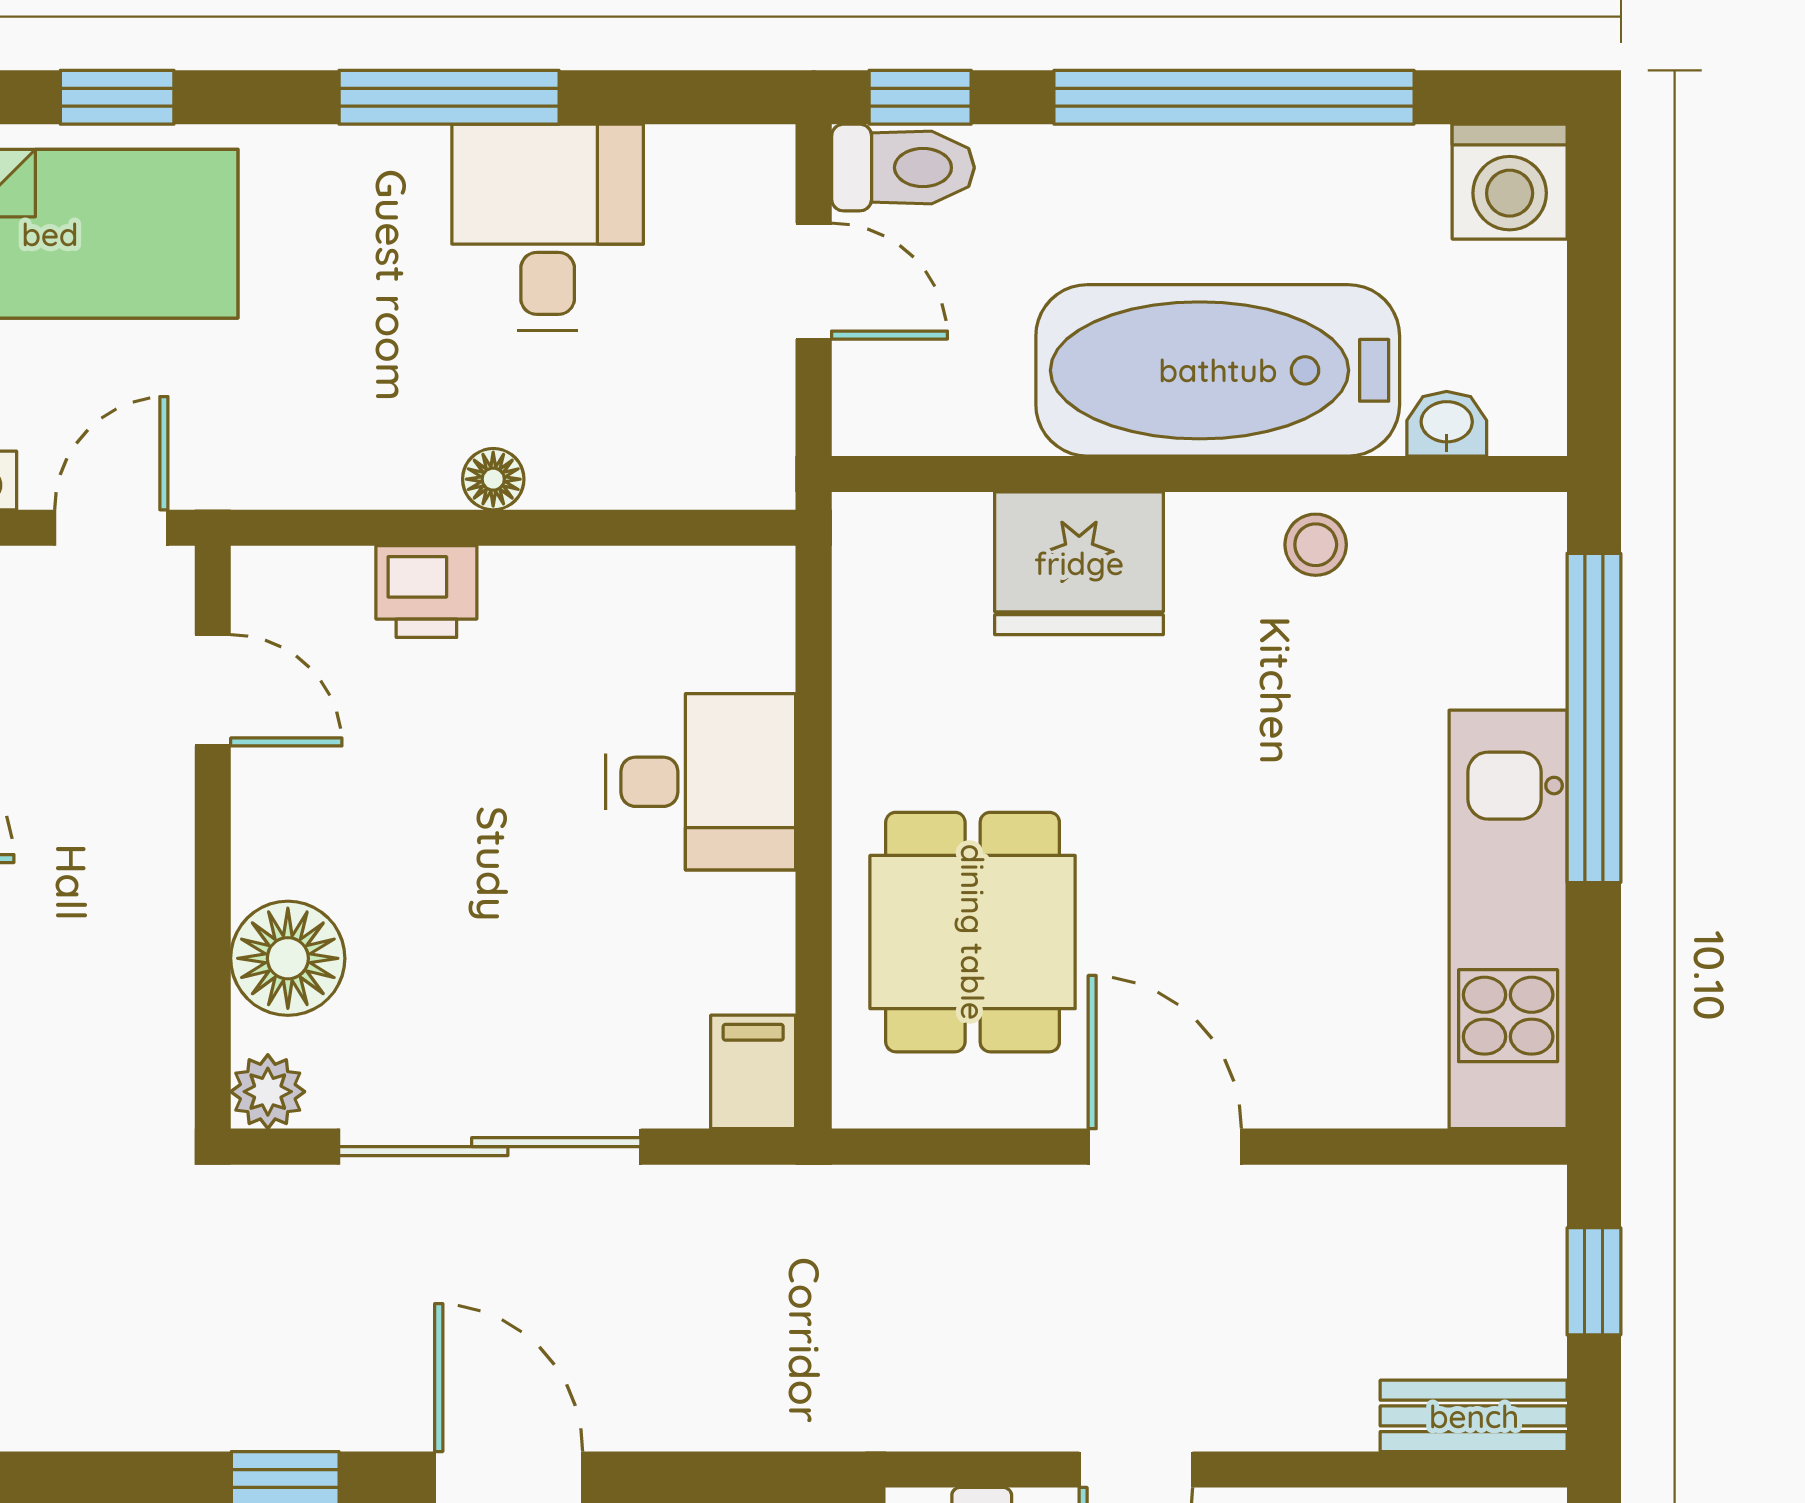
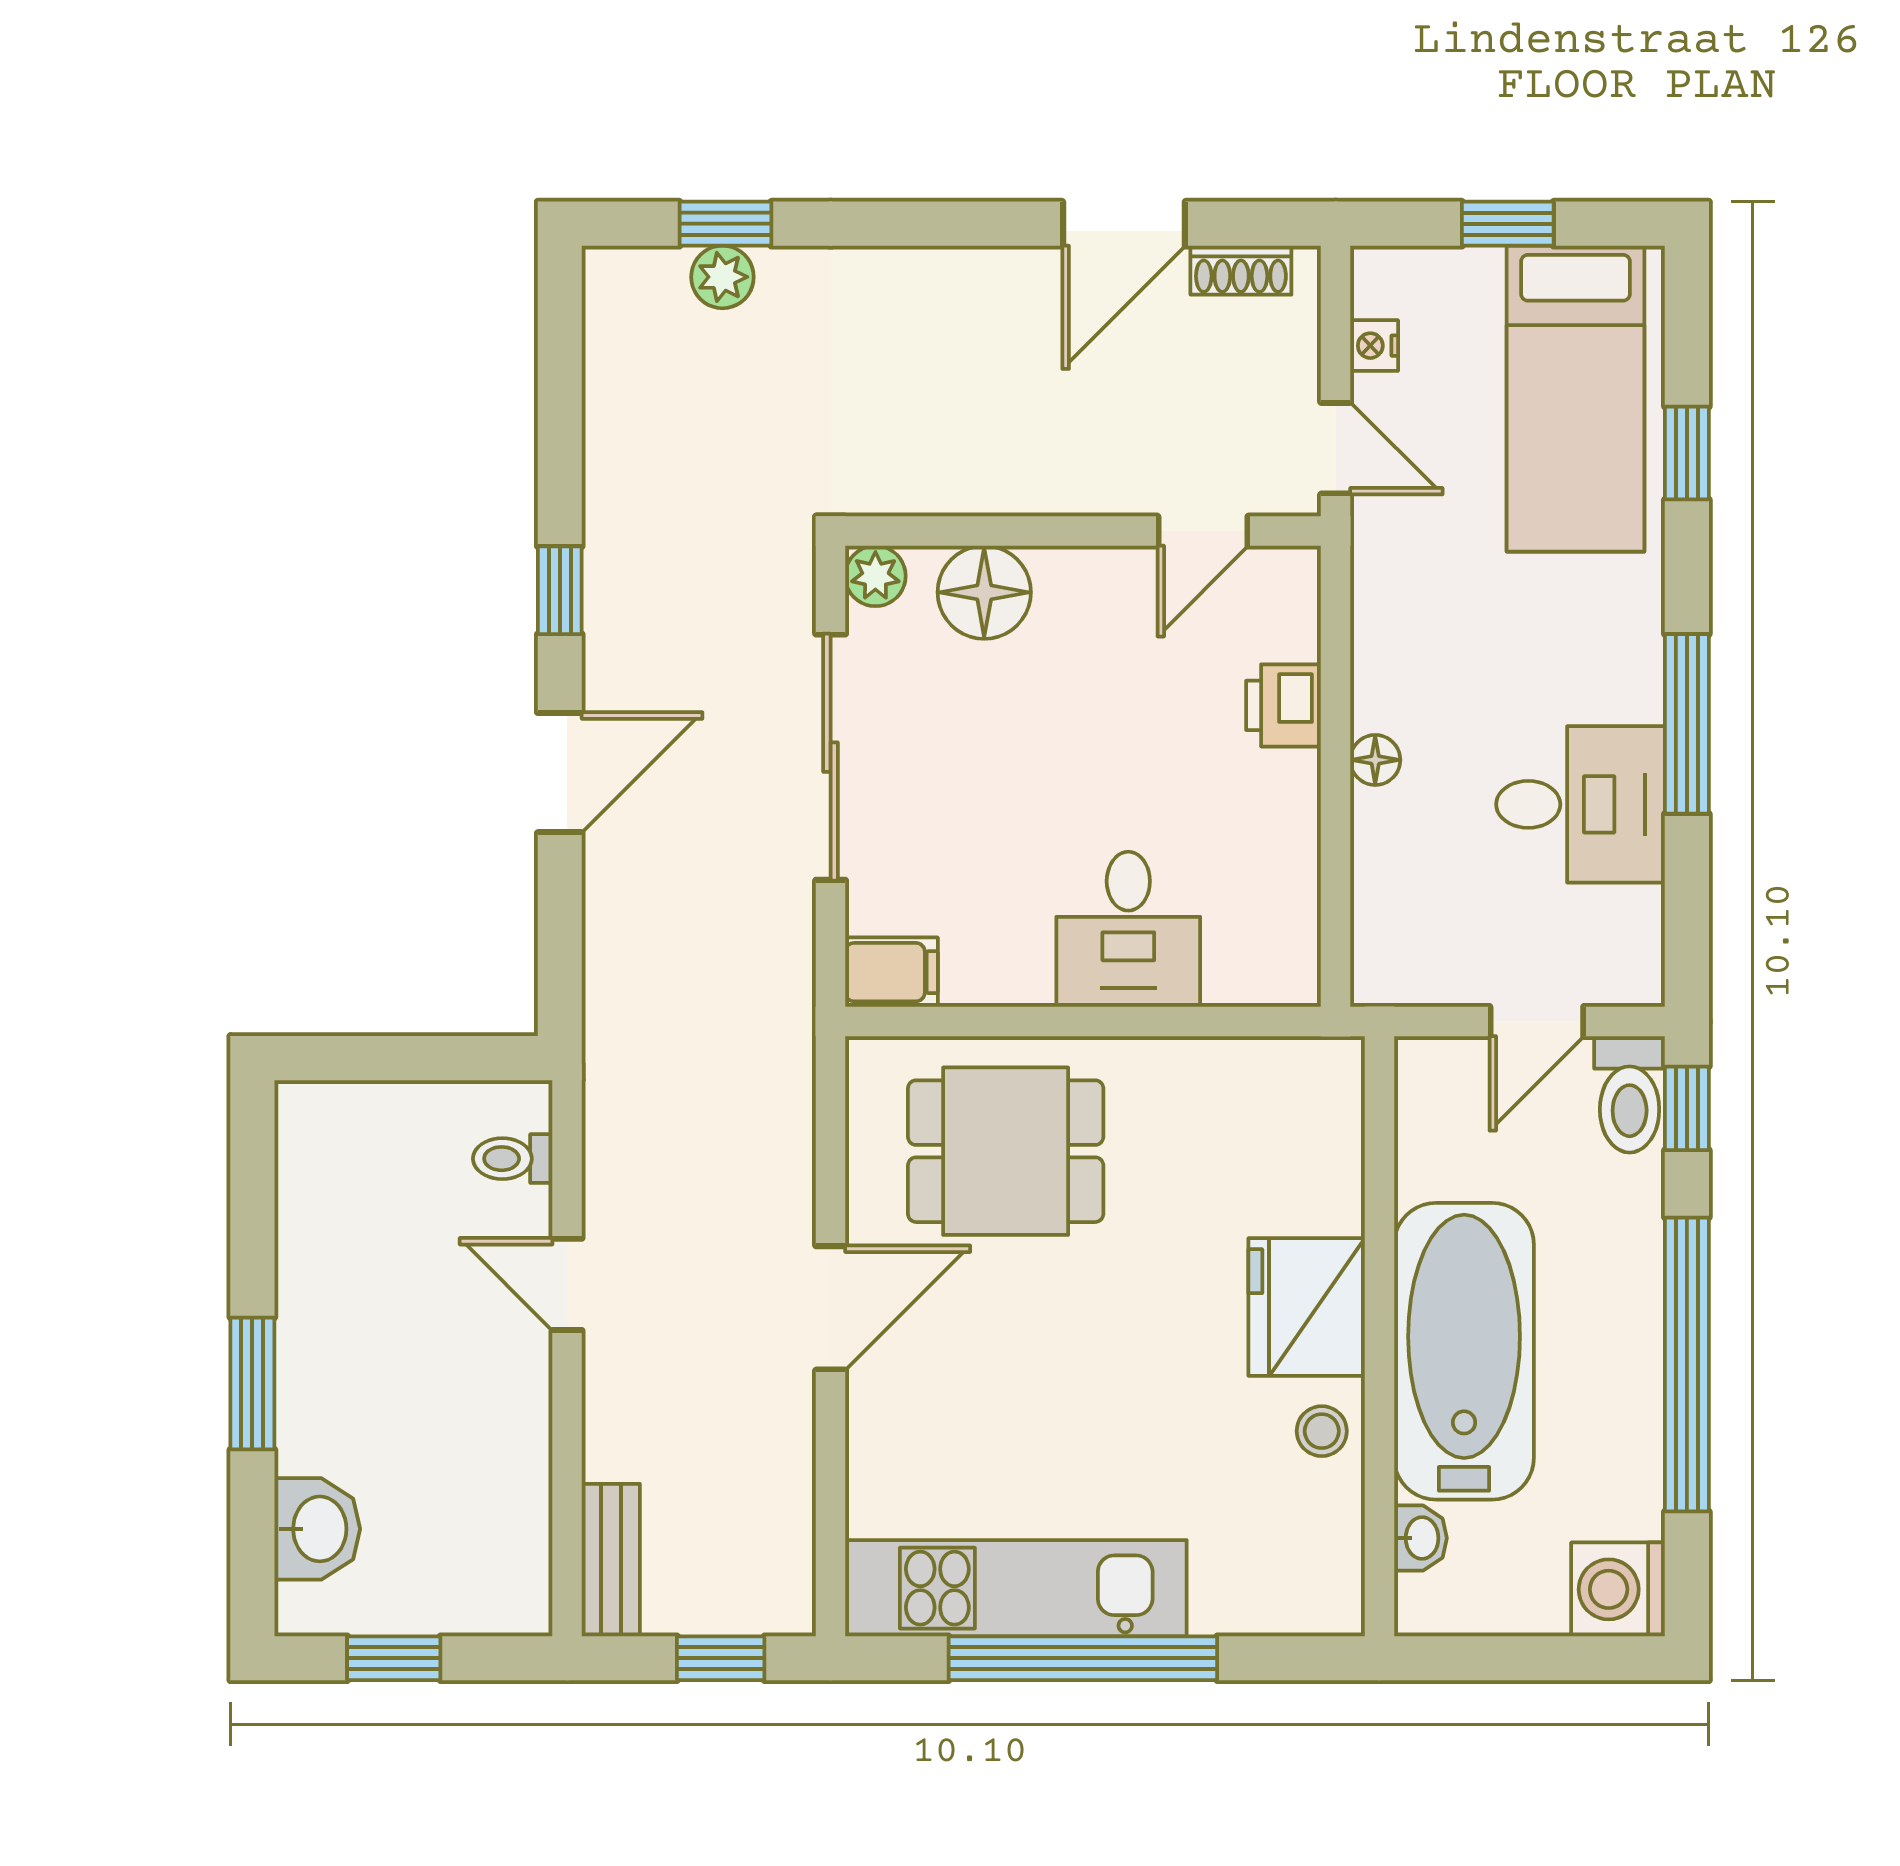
fridge: (1079, 563) -> (1307, 1307), moved
window: (1594, 718) -> (1083, 1658), moved

